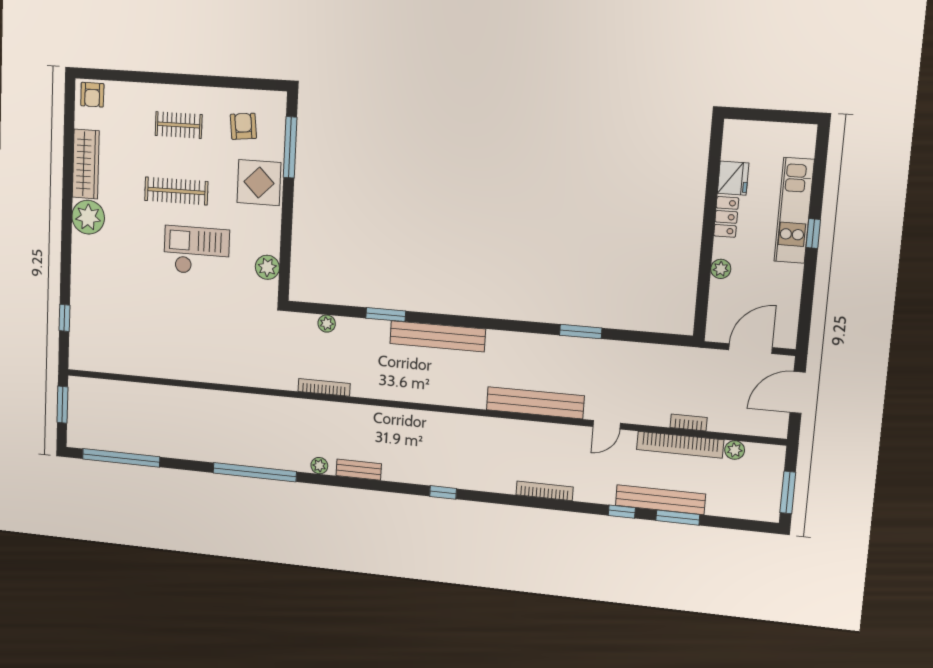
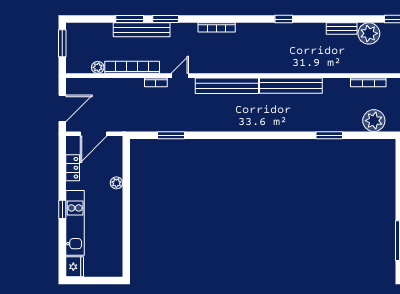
fridge: (733, 178) -> (75, 267), moved, turned 180
locker: (726, 217) -> (73, 168), moved, turned 180
plant: (327, 324) -> (374, 121), width x1.88, depth x1.88
window: (581, 332) -> (171, 135), moved
bench: (438, 336) -> (291, 86), moved
bookcase: (689, 423) -> (156, 82), moved
plant: (319, 466) -> (369, 33), width x1.88, depth x1.88
window: (622, 512) -> (166, 19), width x1.50

